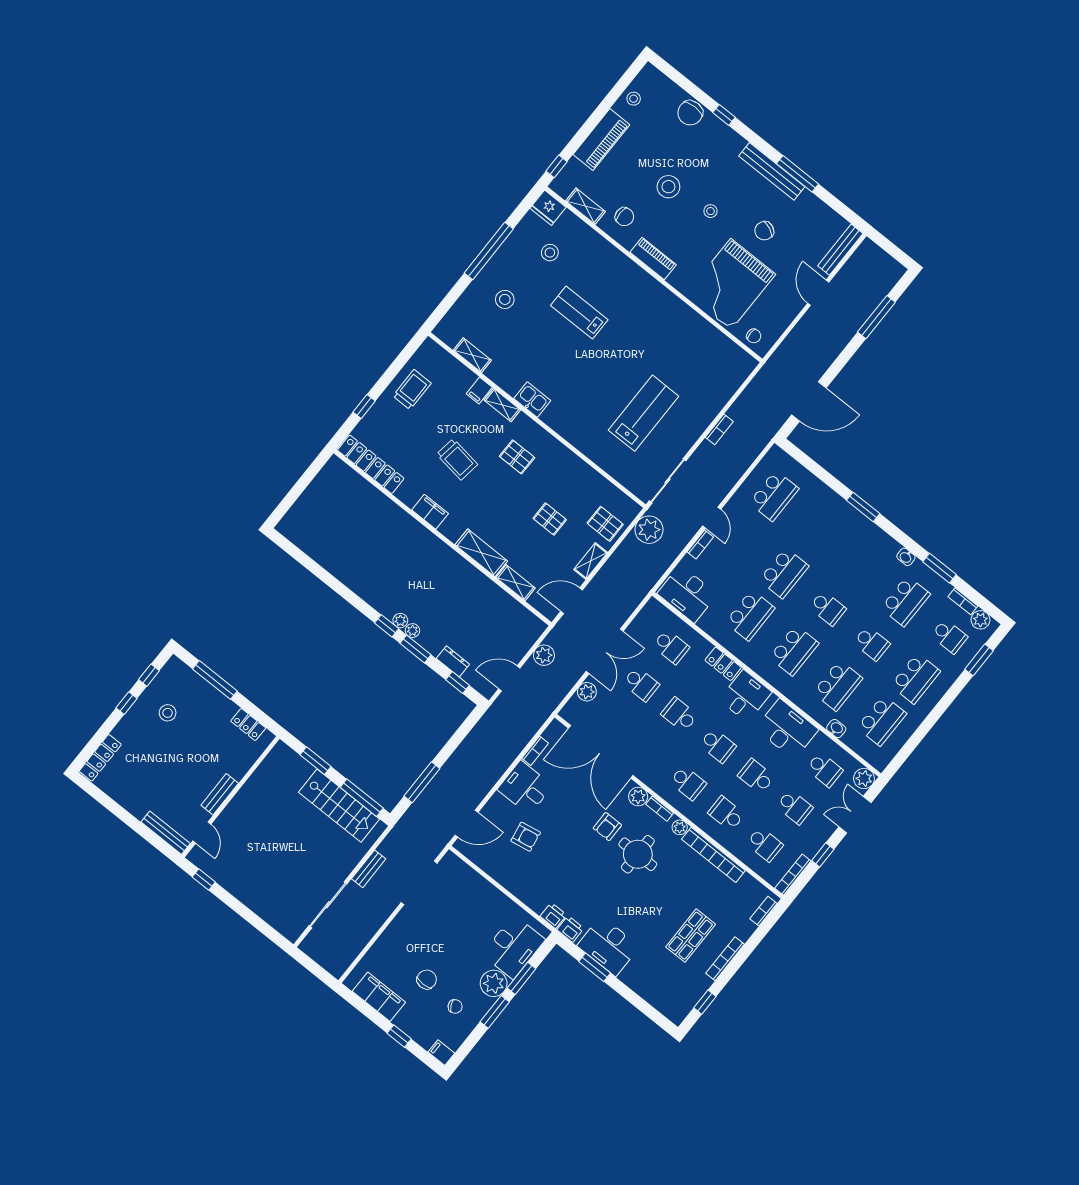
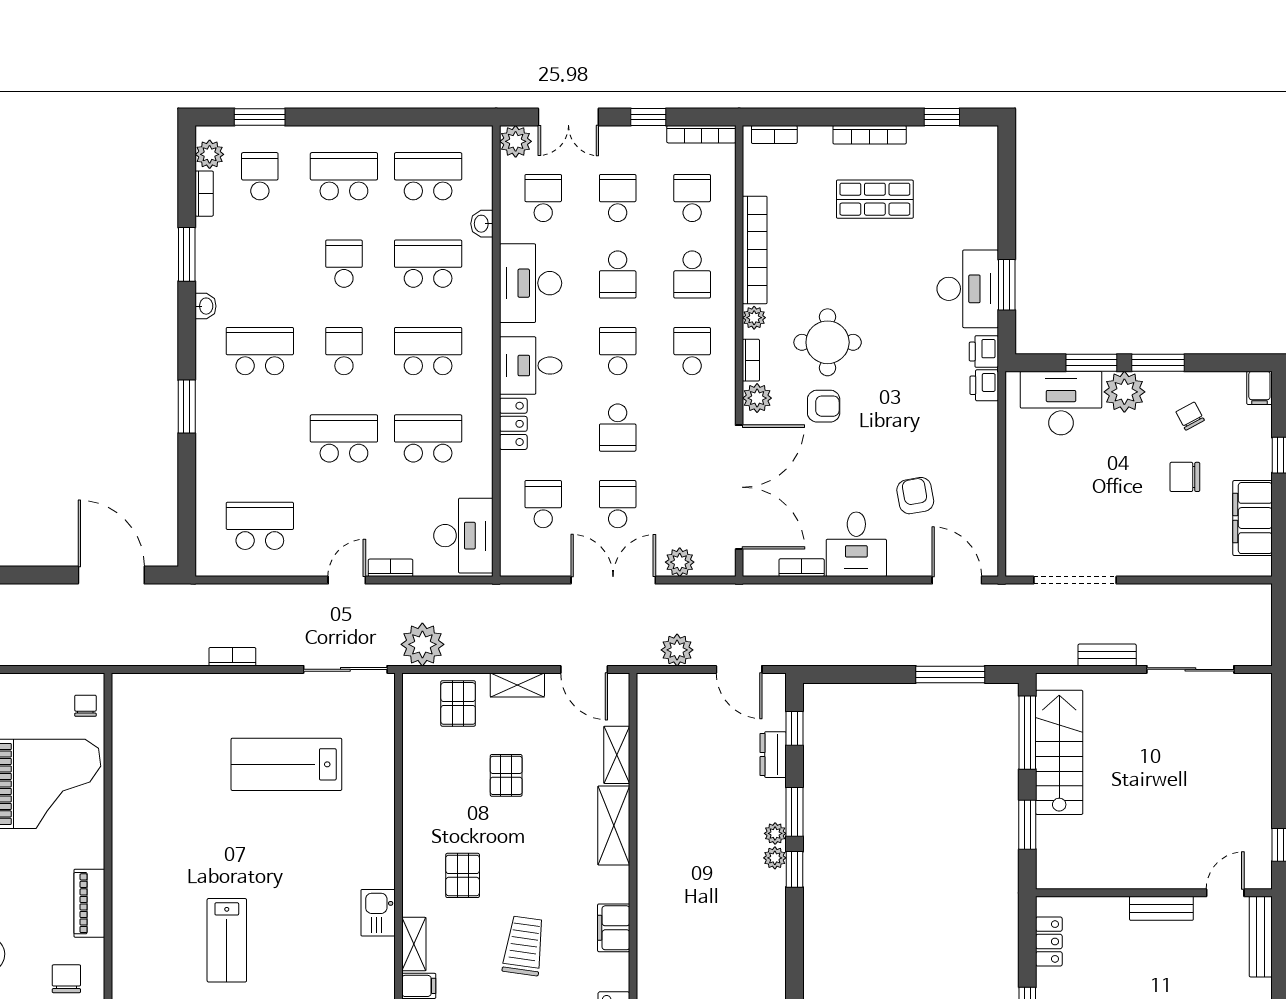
school desk: (905, 601) -> (260, 351), moved

